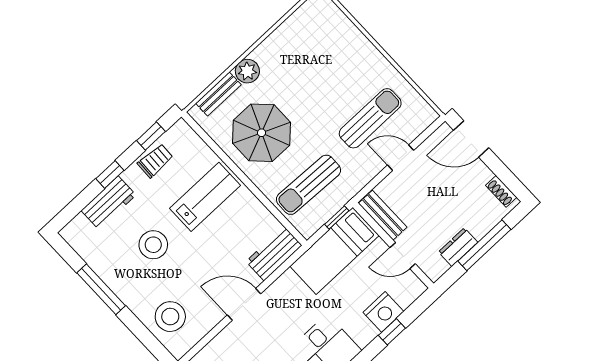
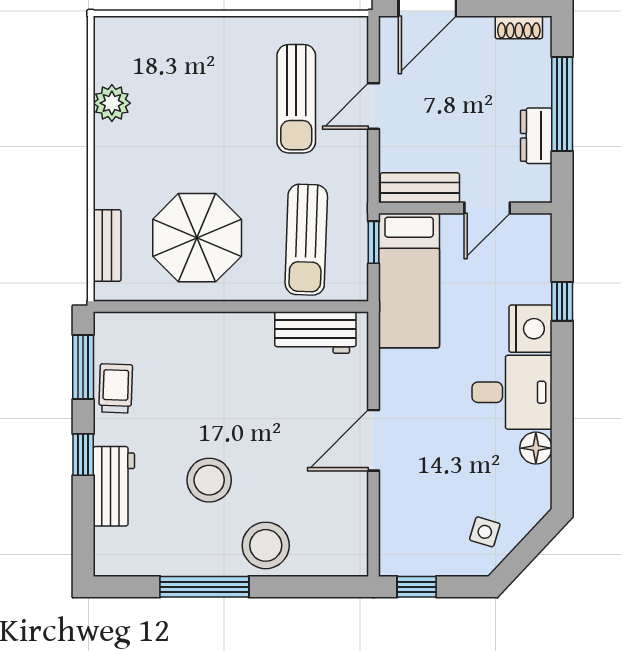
plant: (247, 71) -> (112, 103), moved
sun lounger: (370, 118) -> (296, 99), turned 180
window: (151, 136) -> (83, 367), width x1.50
lab bench: (205, 197) -> (210, 370), removed
workbench: (274, 253) -> (315, 333), moved, turned -90
nightstand: (383, 312) -> (531, 329), moved
stool: (170, 317) -> (266, 545), moved

